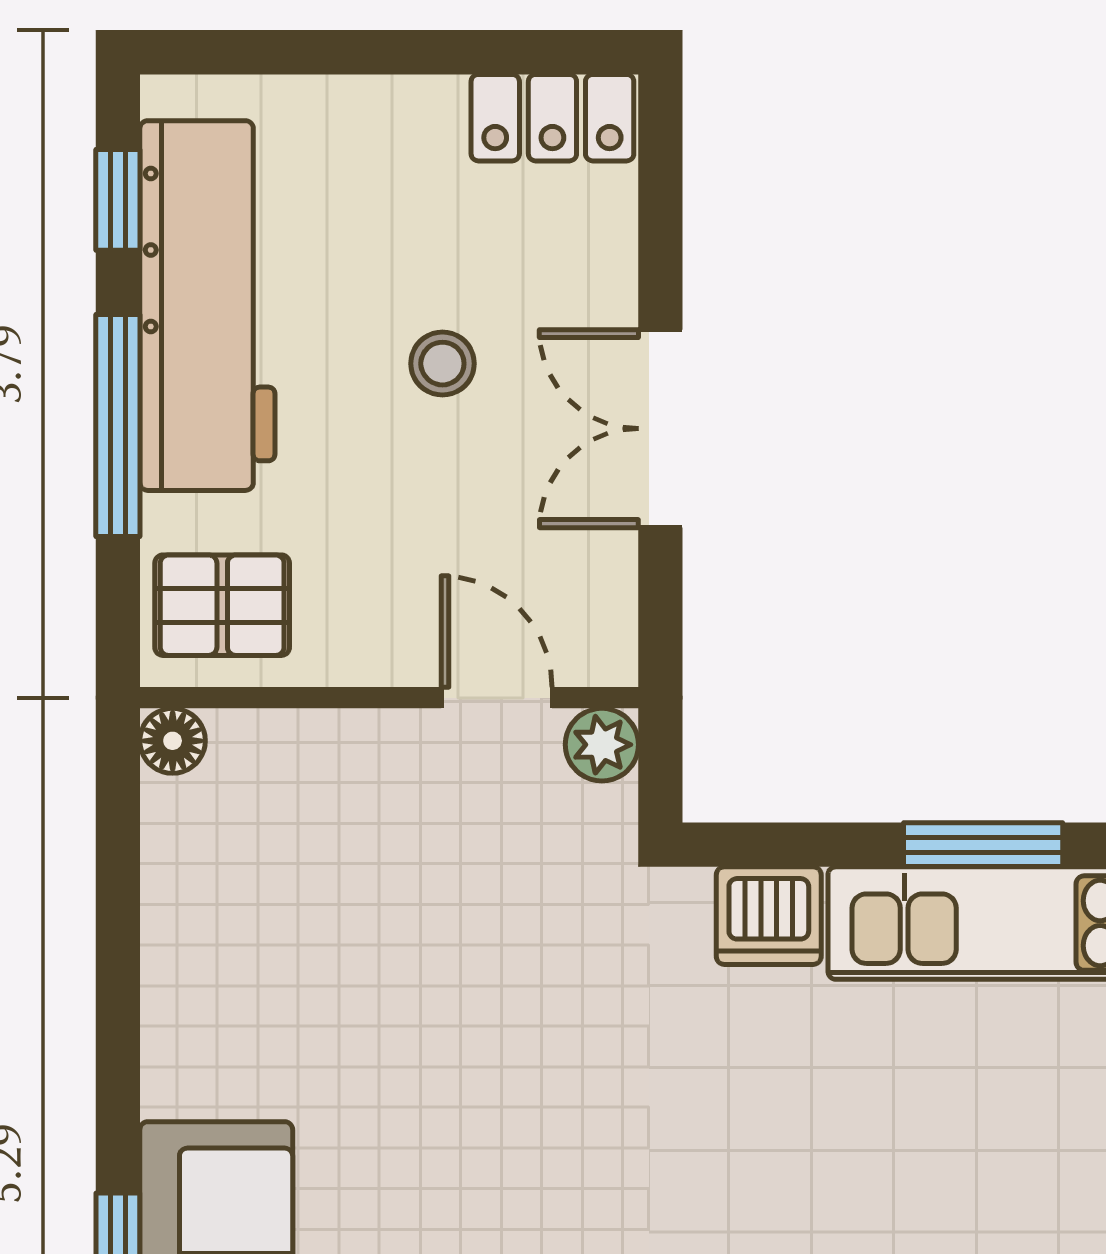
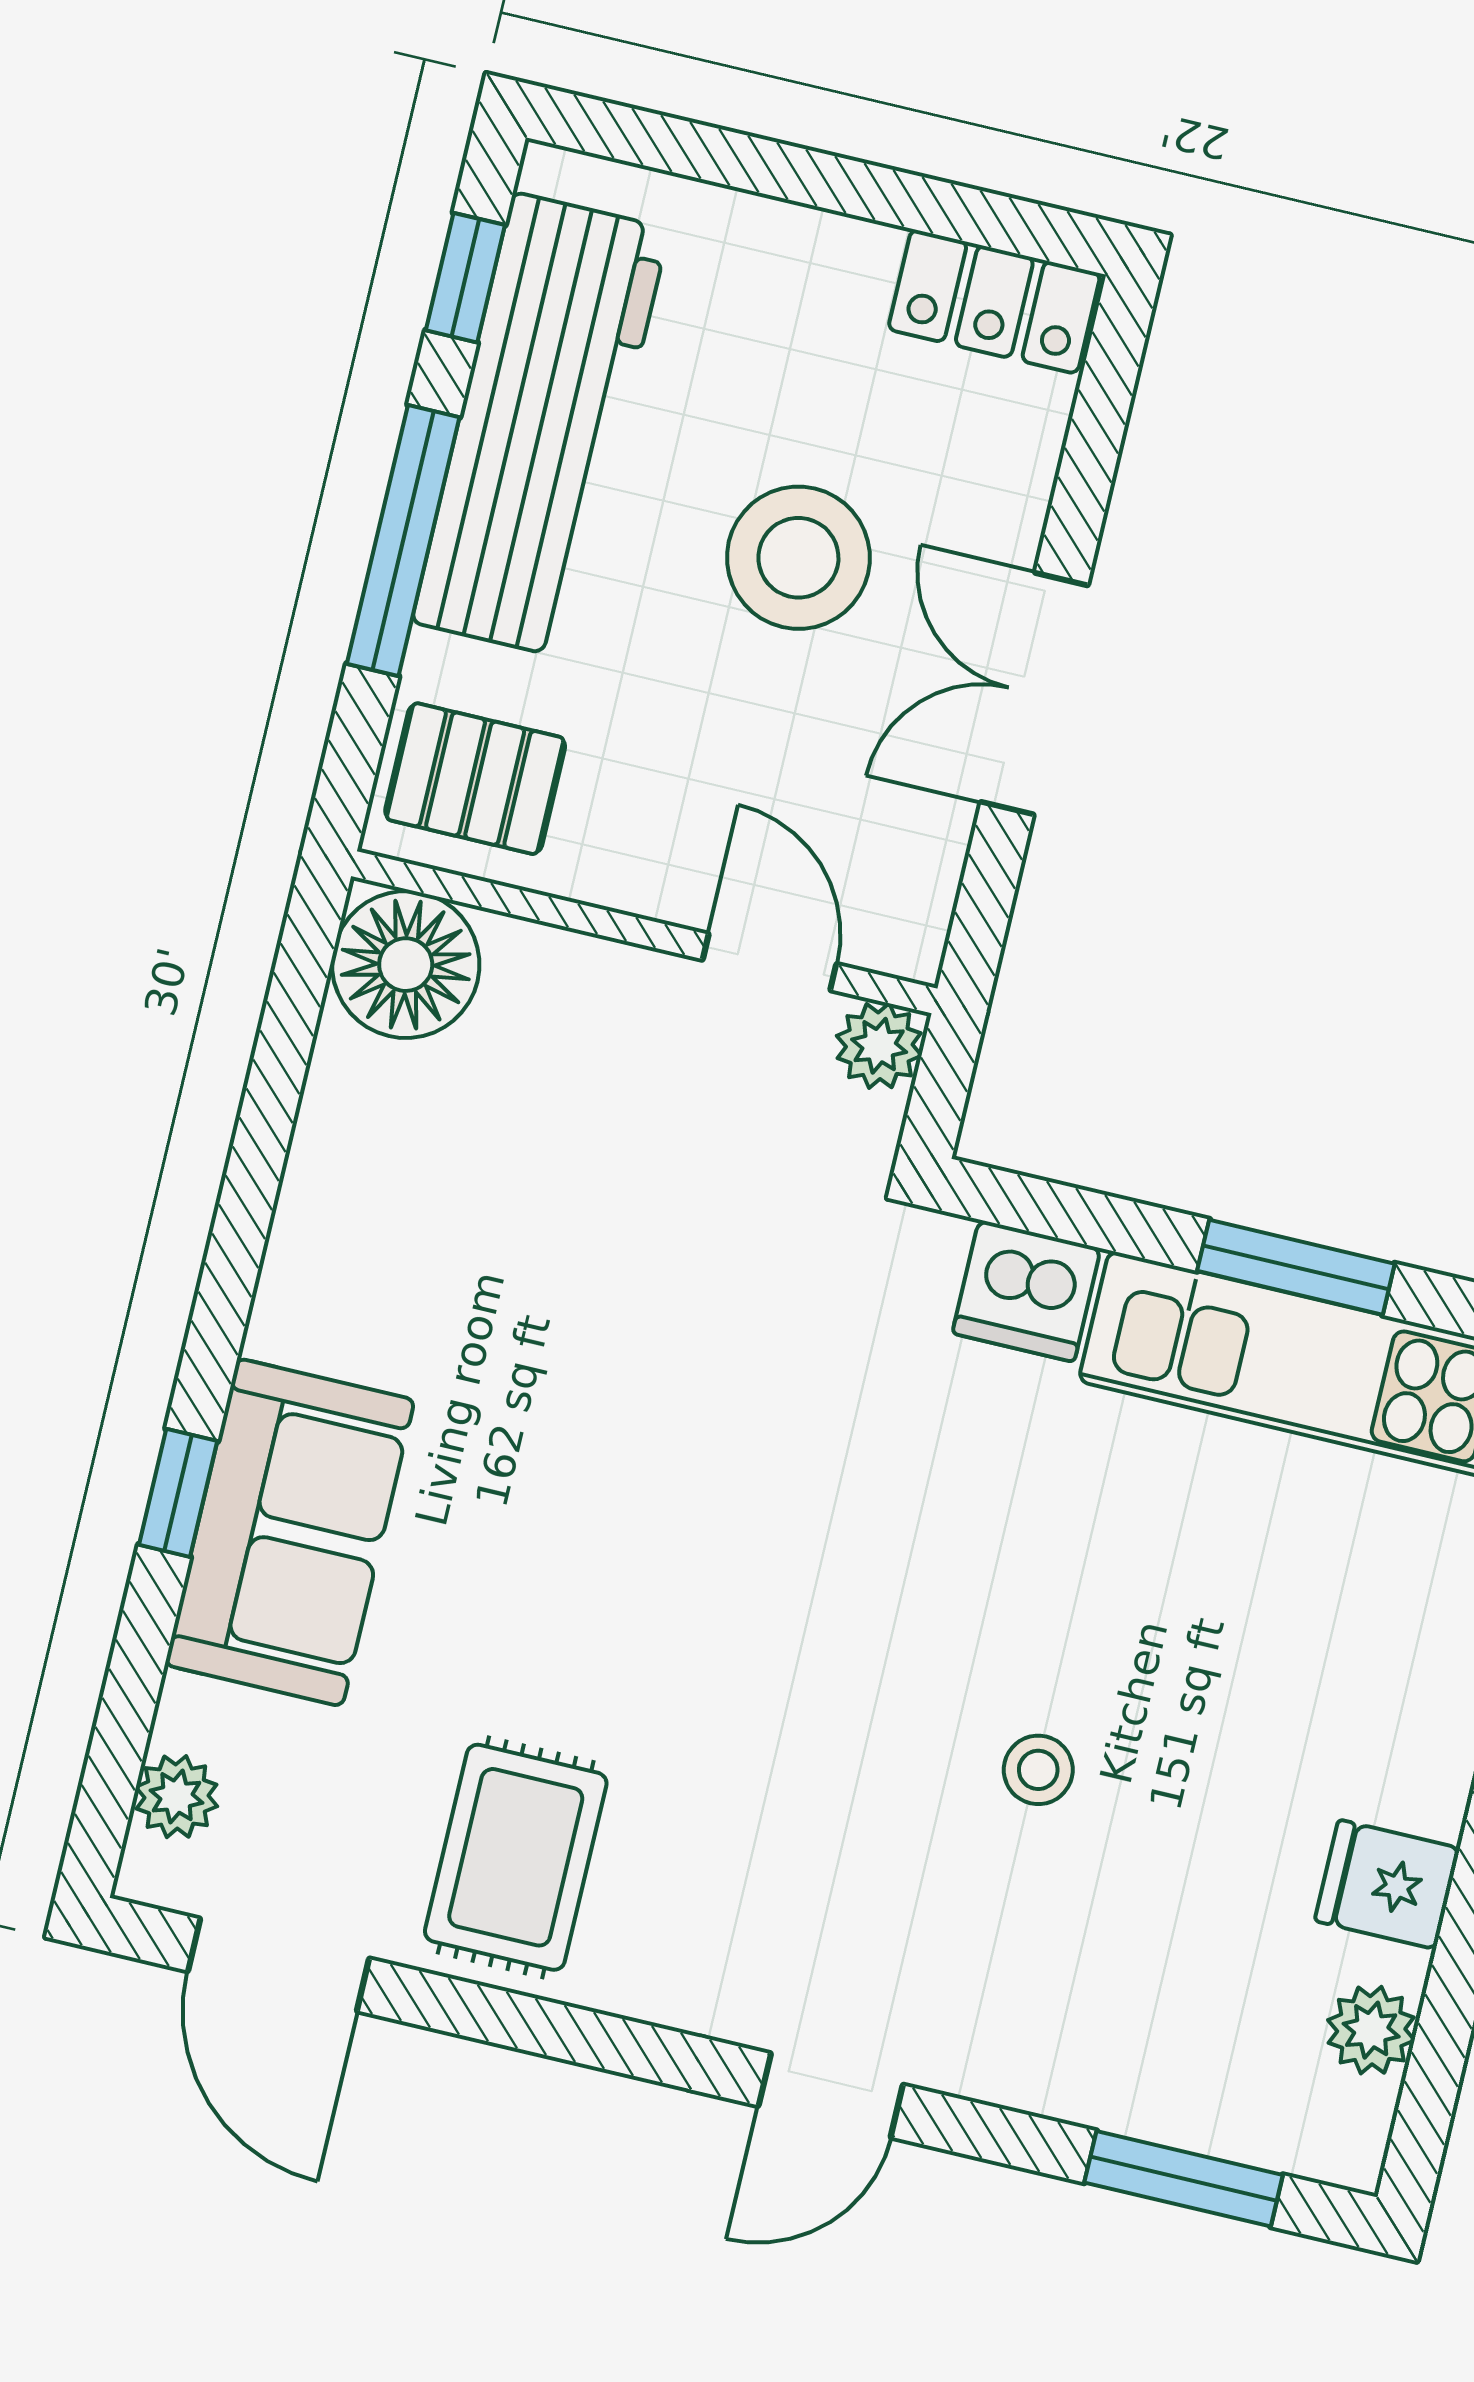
stool: (442, 364) -> (798, 558), width x1.89, depth x1.89
floor lamp: (173, 741) -> (406, 965), width x1.89, depth x1.89

